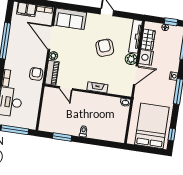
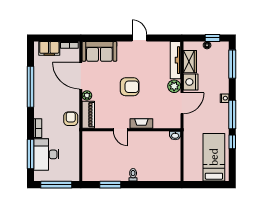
armchair: (105, 48) -> (130, 87), moved, turned 110
door: (66, 88) -> (121, 130), moved
bed: (152, 126) -> (214, 157), width x0.67
window: (172, 135) -> (232, 142), moved

